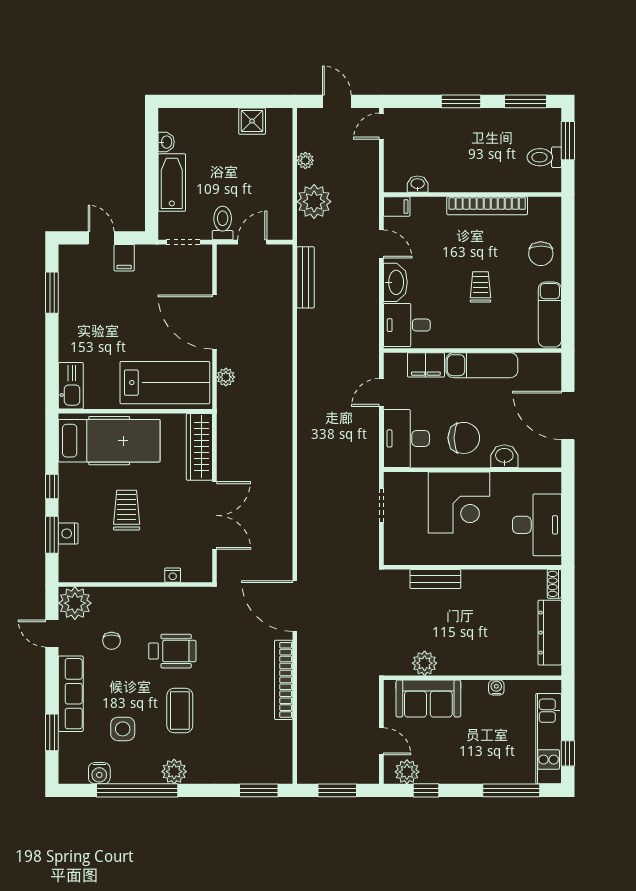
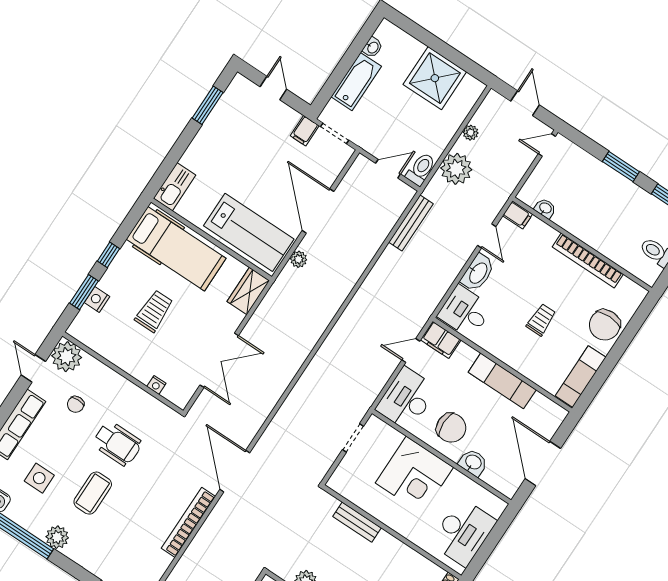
shower: (252, 121) -> (435, 78), width x1.86, depth x1.86
toilet: (223, 223) -> (421, 169), moved
chair: (541, 254) -> (605, 325), width x1.37, depth x1.37
filing cabinet: (124, 258) -> (305, 131), moved
filing cabinet: (426, 365) -> (441, 340), moved
wardrobe: (199, 447) -> (248, 291), width x0.67

